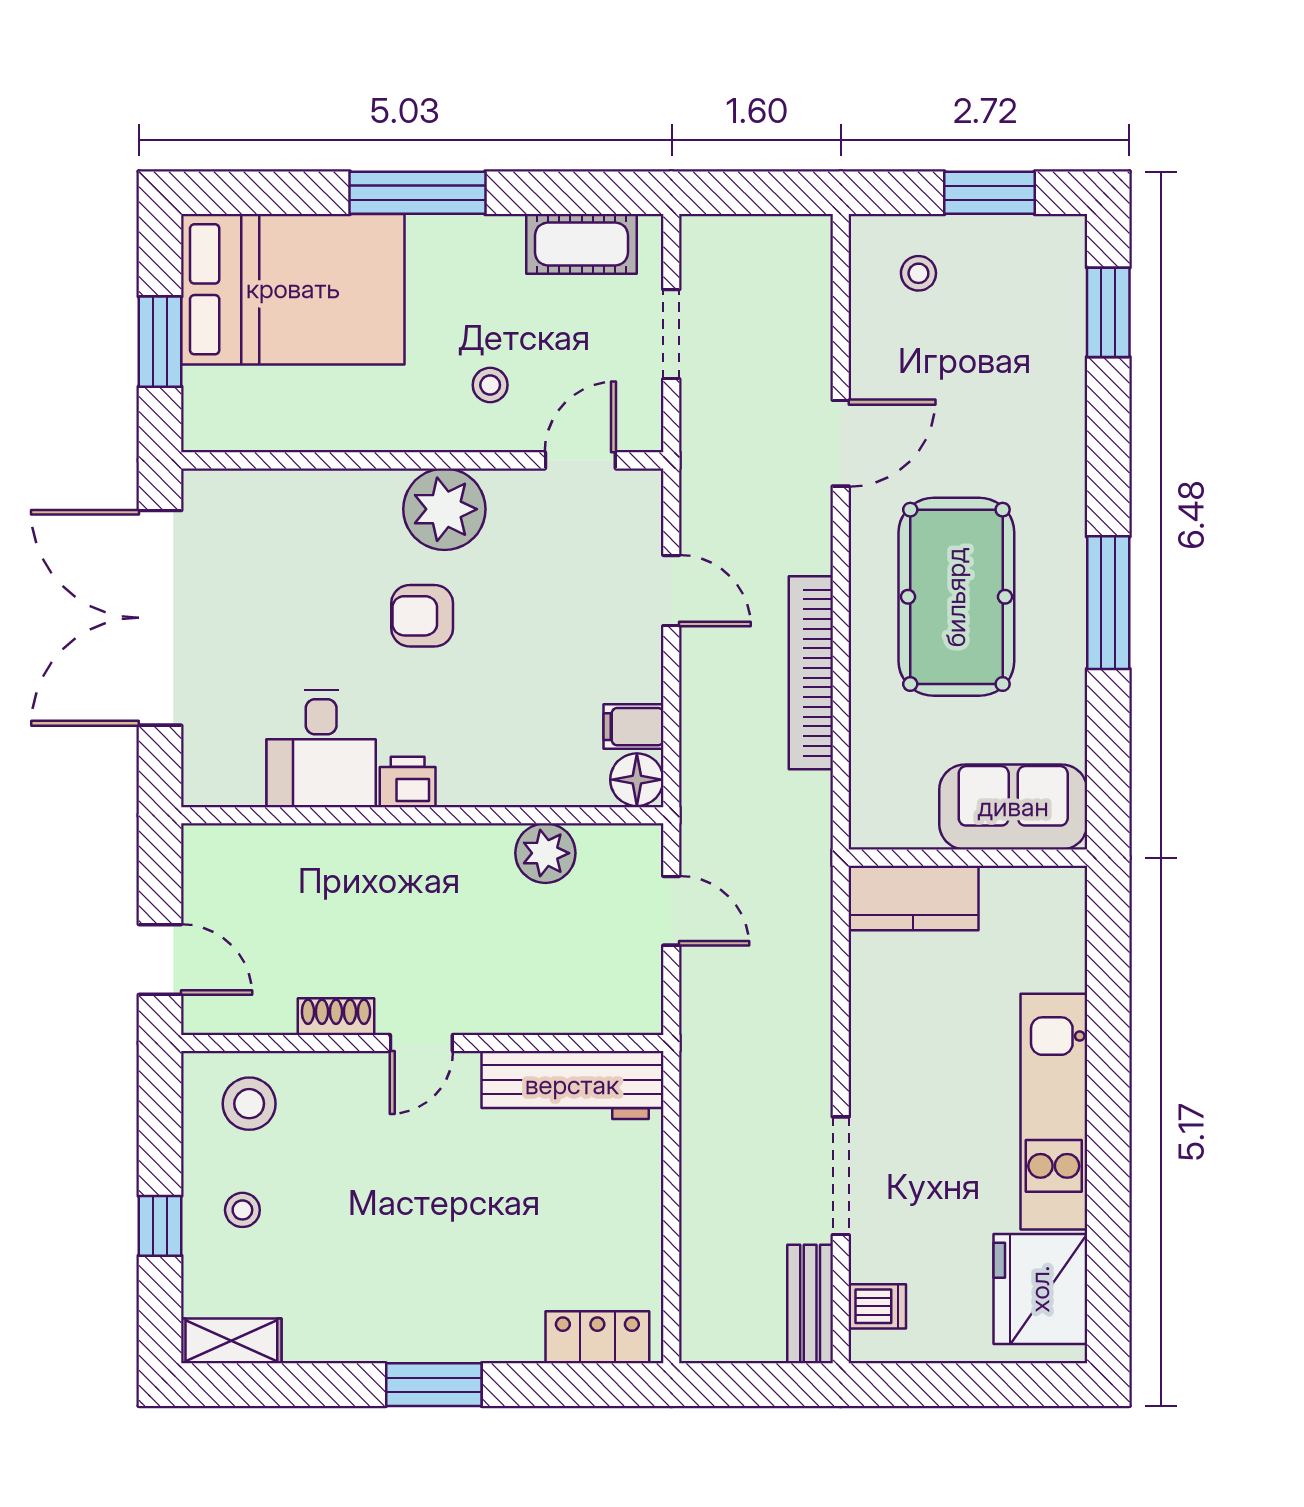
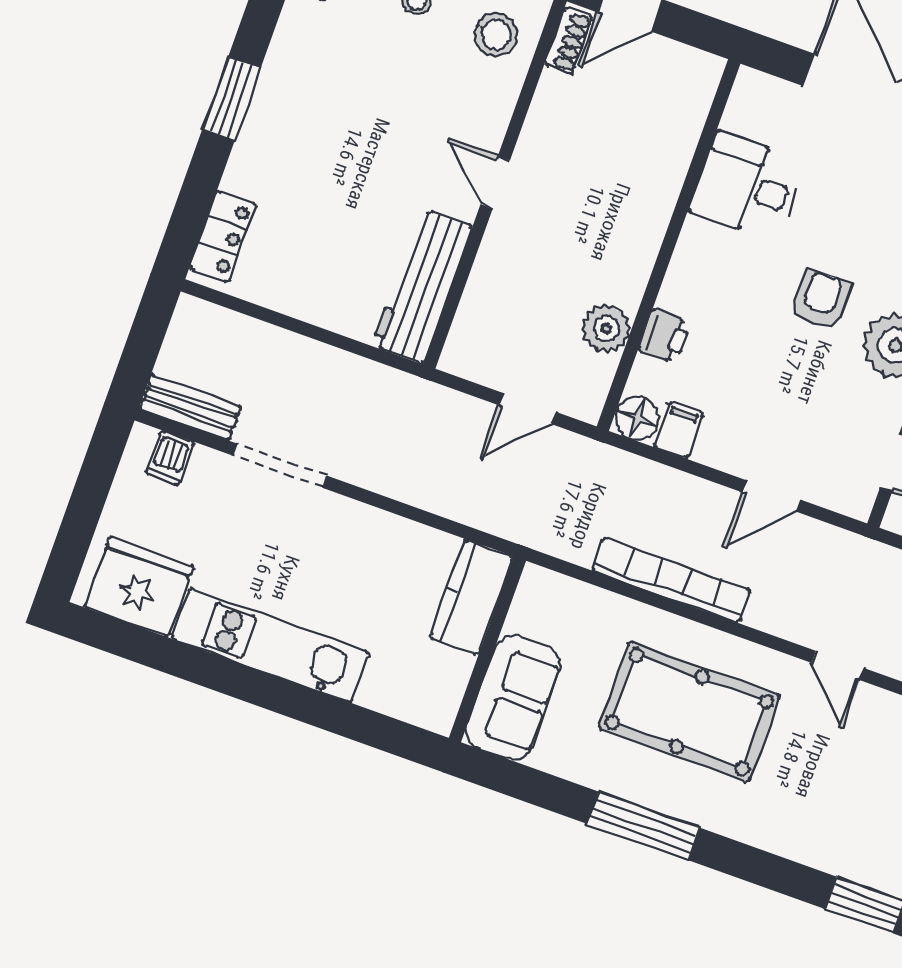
door: (841, 443) -> (838, 665), width x0.73
printer: (408, 782) -> (664, 336), moved
shoe rack: (336, 1017) -> (569, 41), moved

